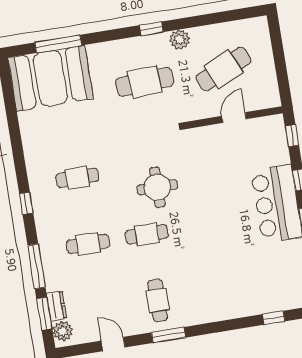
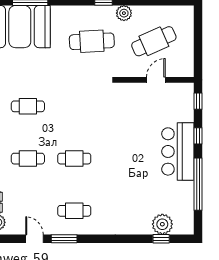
round table: (157, 187) -> (88, 124), removed
plant: (272, 299) -> (162, 224), added
cafe table: (158, 301) -> (74, 211), turned 90
window: (168, 335) -> (64, 239), moved

